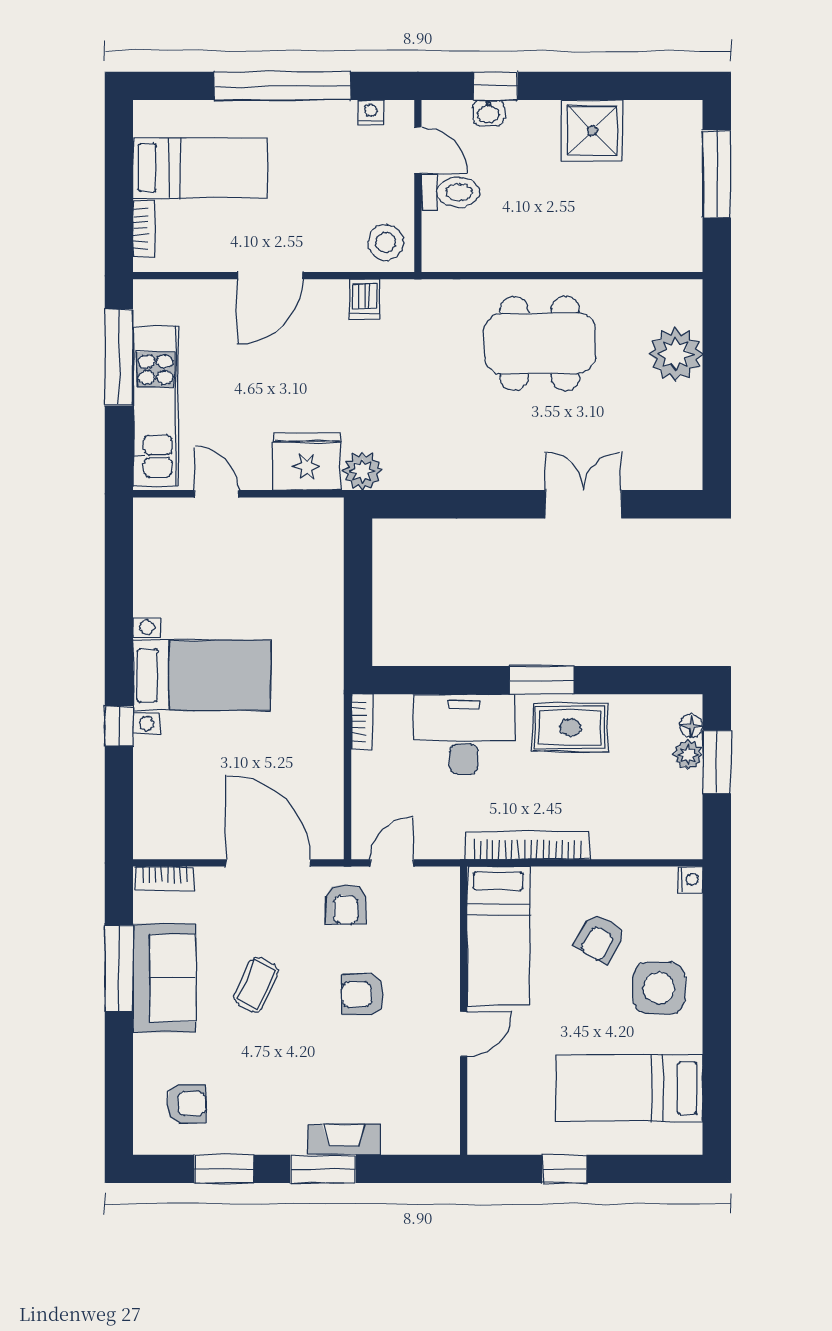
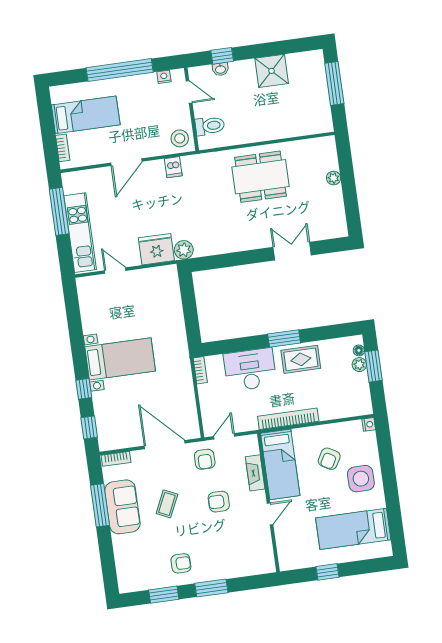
toilet: (451, 192) -> (210, 126), moved
plant: (676, 354) -> (334, 178), width x0.53, depth x0.53
window: (119, 806) -> (89, 427), added
armchair: (186, 1104) -> (181, 563), moved
fireplace: (344, 1140) -> (255, 473), moved, turned -90

